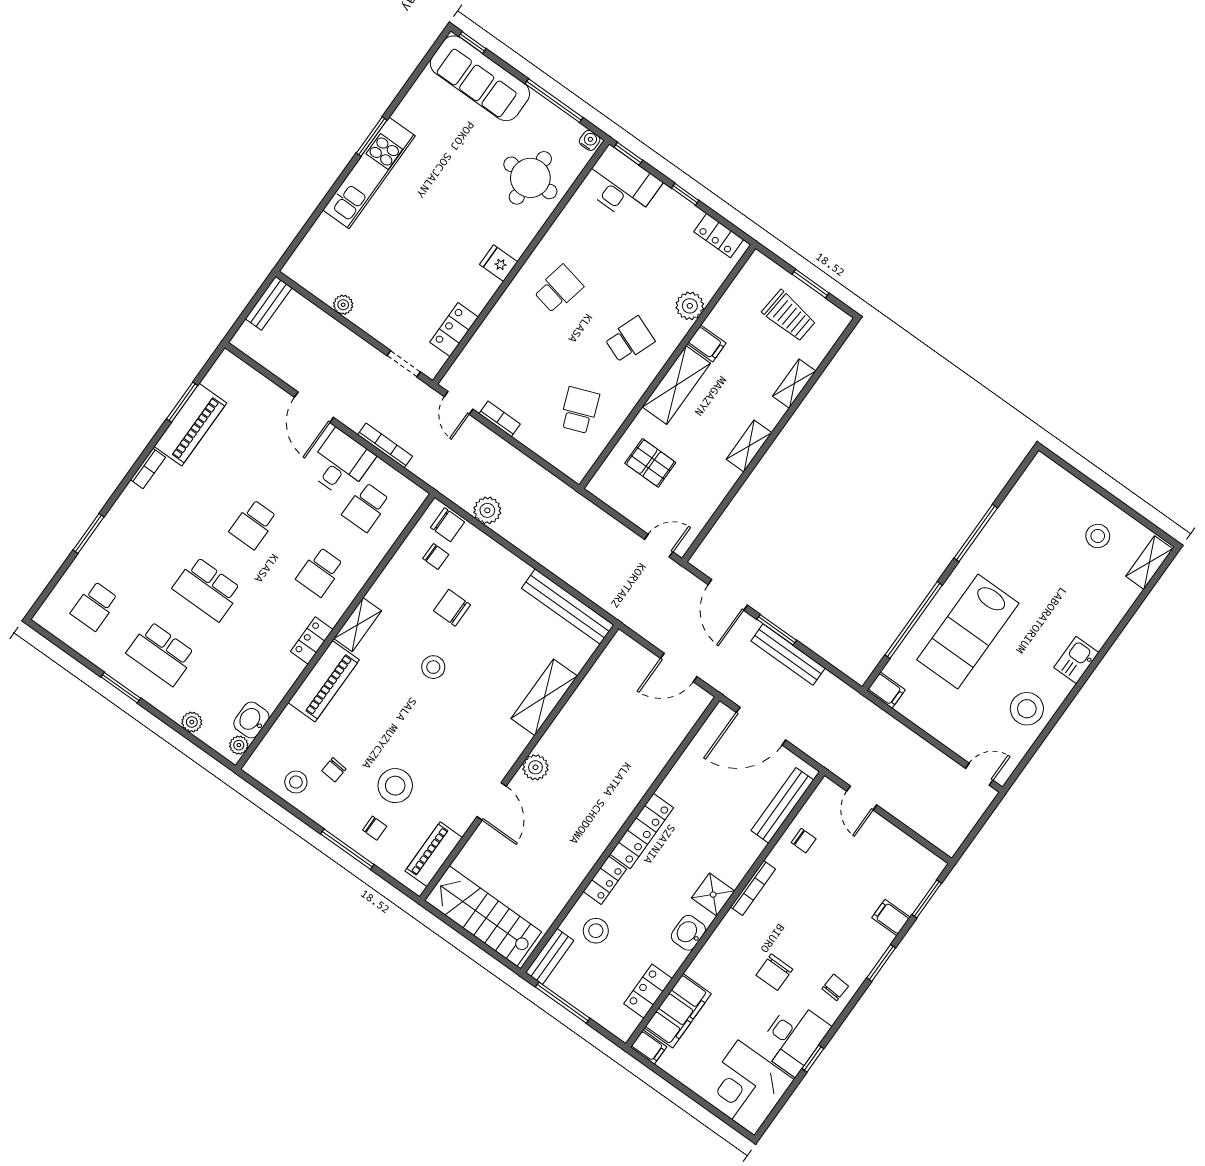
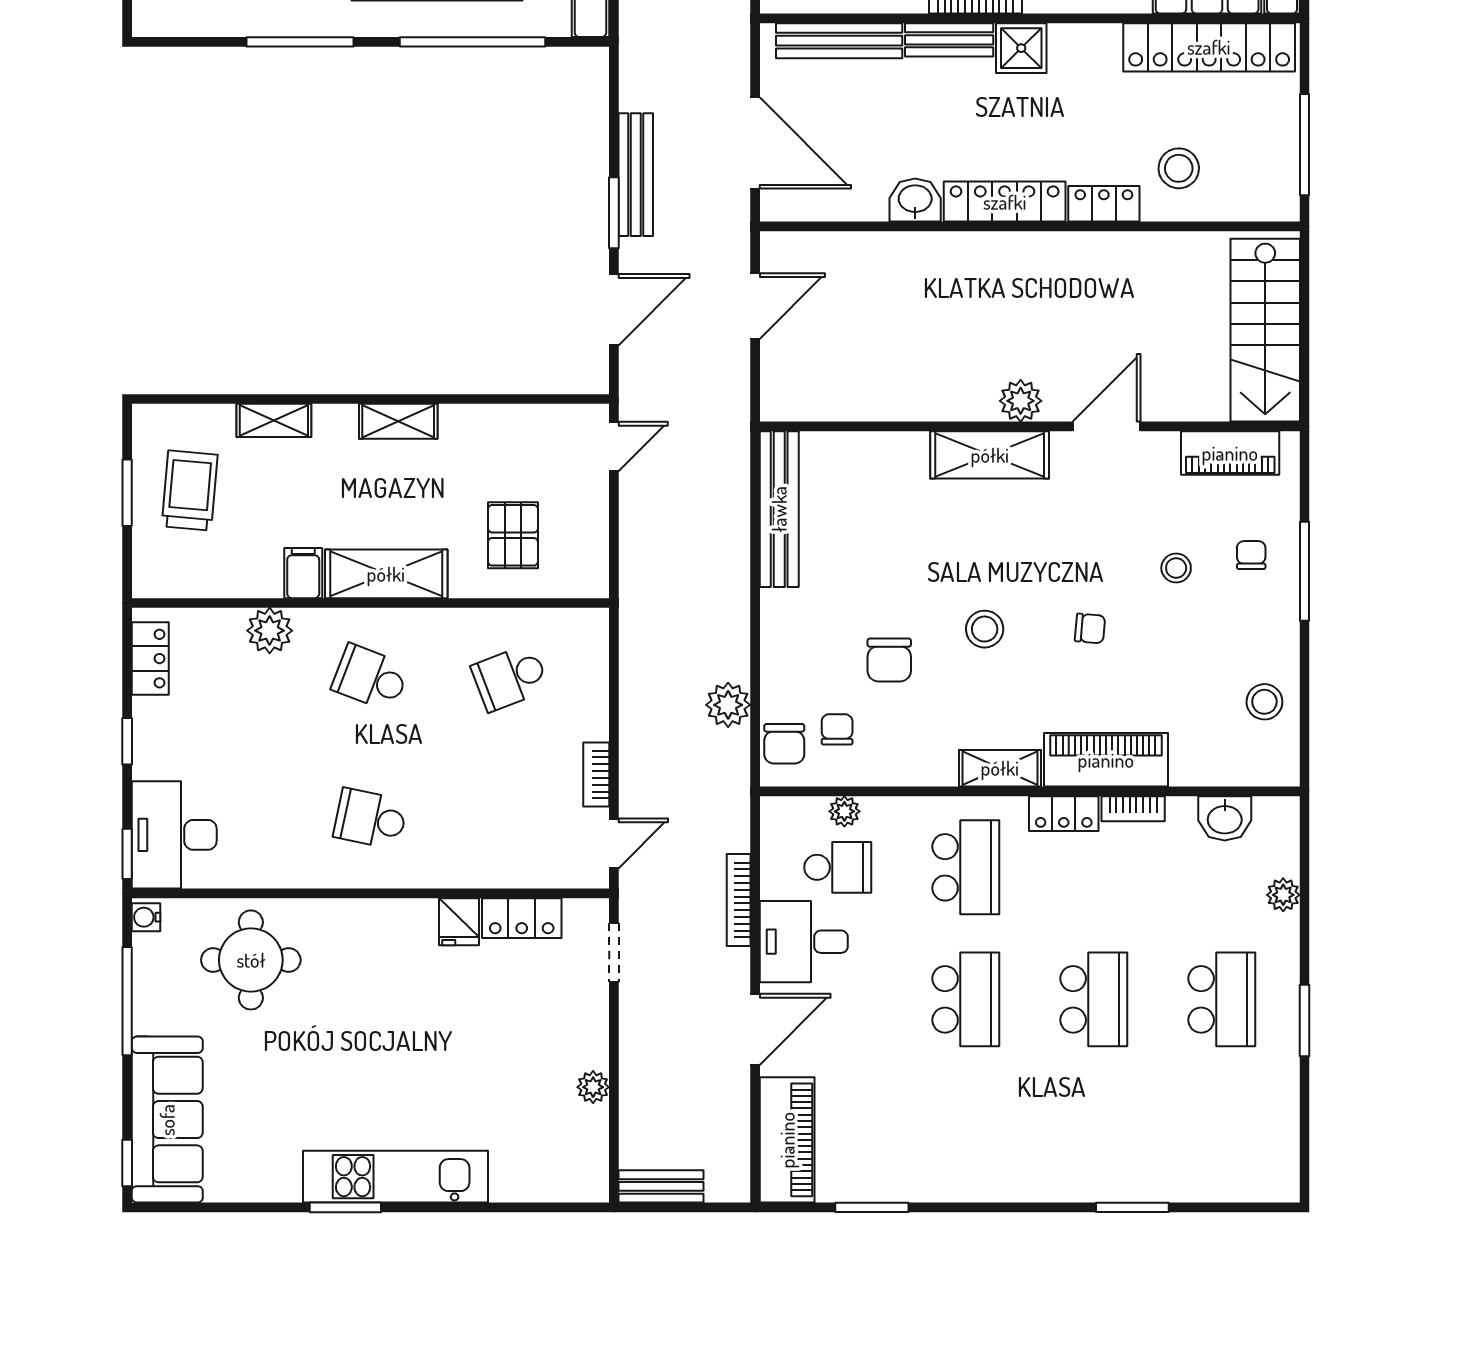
fridge: (499, 263) -> (459, 922), moved
piano: (190, 425) -> (787, 1140), moved, turned 90
bookcase: (148, 469) -> (1133, 809), moved, turned 180
school desk: (253, 524) -> (966, 999), width x1.85
chair: (448, 525) -> (784, 744), turned 180
door: (659, 546) -> (614, 447), swing flipped
school desk: (320, 572) -> (966, 867), width x1.85
school desk: (95, 606) -> (1222, 1131), removed
door: (679, 667) -> (755, 306), hinge flipped
shelving: (544, 697) -> (990, 455), moved
plant: (239, 745) -> (844, 811), moved
chair: (334, 770) -> (1090, 628), moved
stool: (395, 786) -> (1176, 568), width x0.53, depth x0.53
washbasin: (688, 933) -> (915, 200), moved, turned 180
bench: (550, 956) -> (949, 40), moved
locker: (648, 991) -> (1209, 47), width x2.16, depth x1.21

